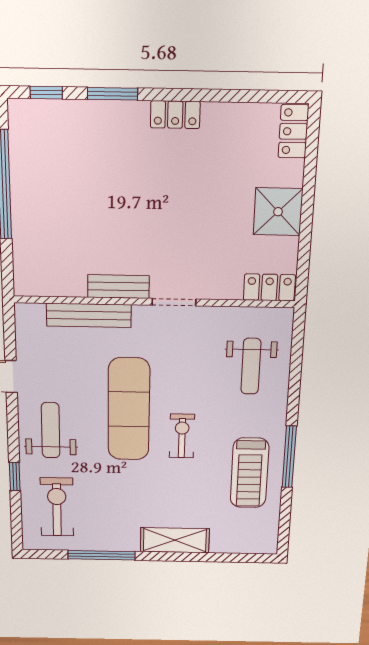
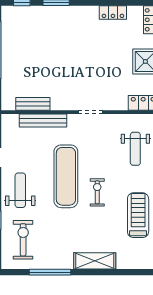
locker: (175, 115) -> (113, 12), moved
bench: (118, 287) -> (33, 104), moved
treadmill: (249, 473) -> (138, 215), turned 180

